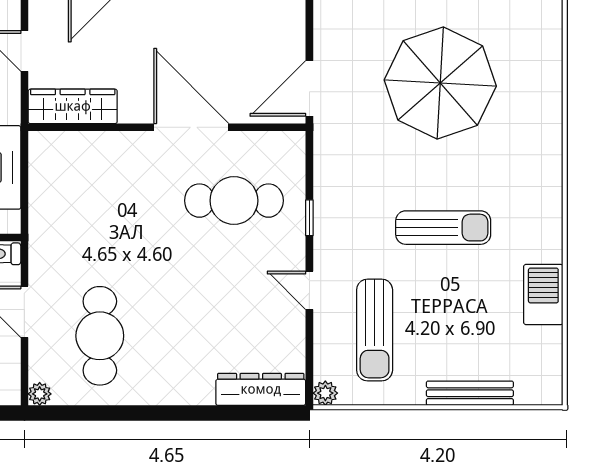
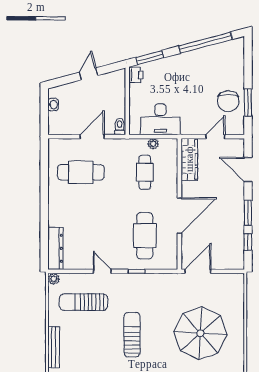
door: (309, 88) -> (198, 271), hinge flipped
cafe table: (100, 201) -> (145, 172), added
sun lounger: (443, 228) -> (132, 335), turned 180
door: (309, 290) -> (102, 271), hinge flipped
plant: (40, 394) -> (153, 144), moved

